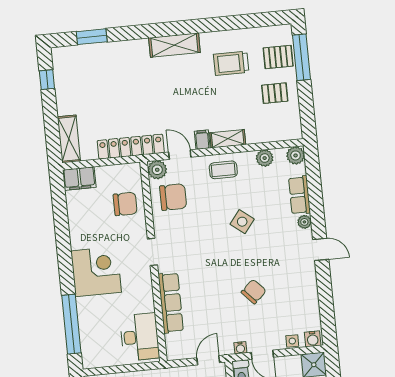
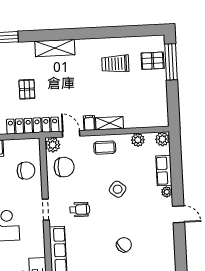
shelving: (174, 45) -> (55, 48), moved
pallet: (275, 93) -> (27, 89), moved, turned 90
wheelchair: (196, 250) -> (80, 210), added

